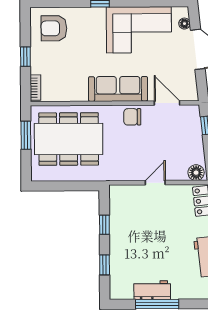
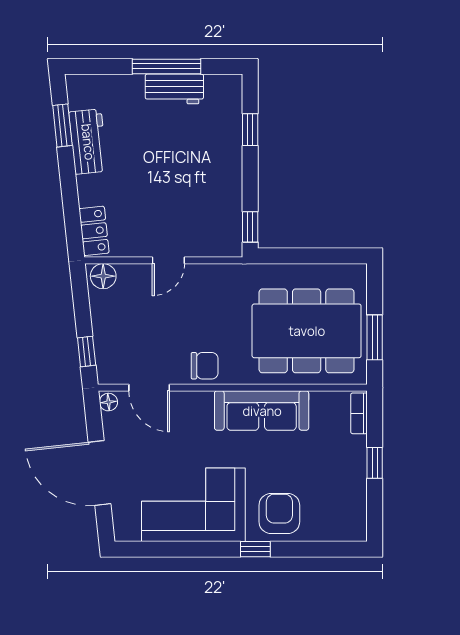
floor lamp: (184, 24) -> (108, 402), moved
armchair: (54, 28) -> (279, 514), moved, turned -90
sofa: (118, 89) -> (262, 411), moved
window: (104, 225) -> (250, 227), moved

